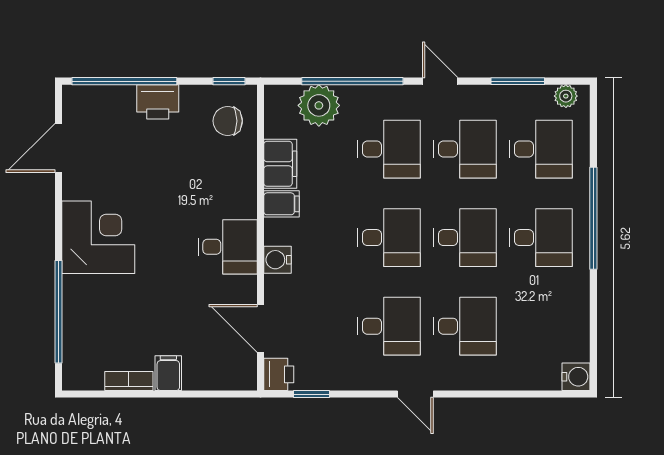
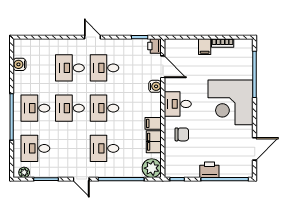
plant: (319, 105) -> (152, 168), moved
chair: (228, 121) -> (182, 134), moved
desk: (465, 149) -> (70, 148), removed
corner desk: (98, 237) -> (231, 102), width x1.36, depth x1.36
water cooler: (277, 260) -> (155, 86), moved
water cooler: (576, 377) -> (19, 64), moved

